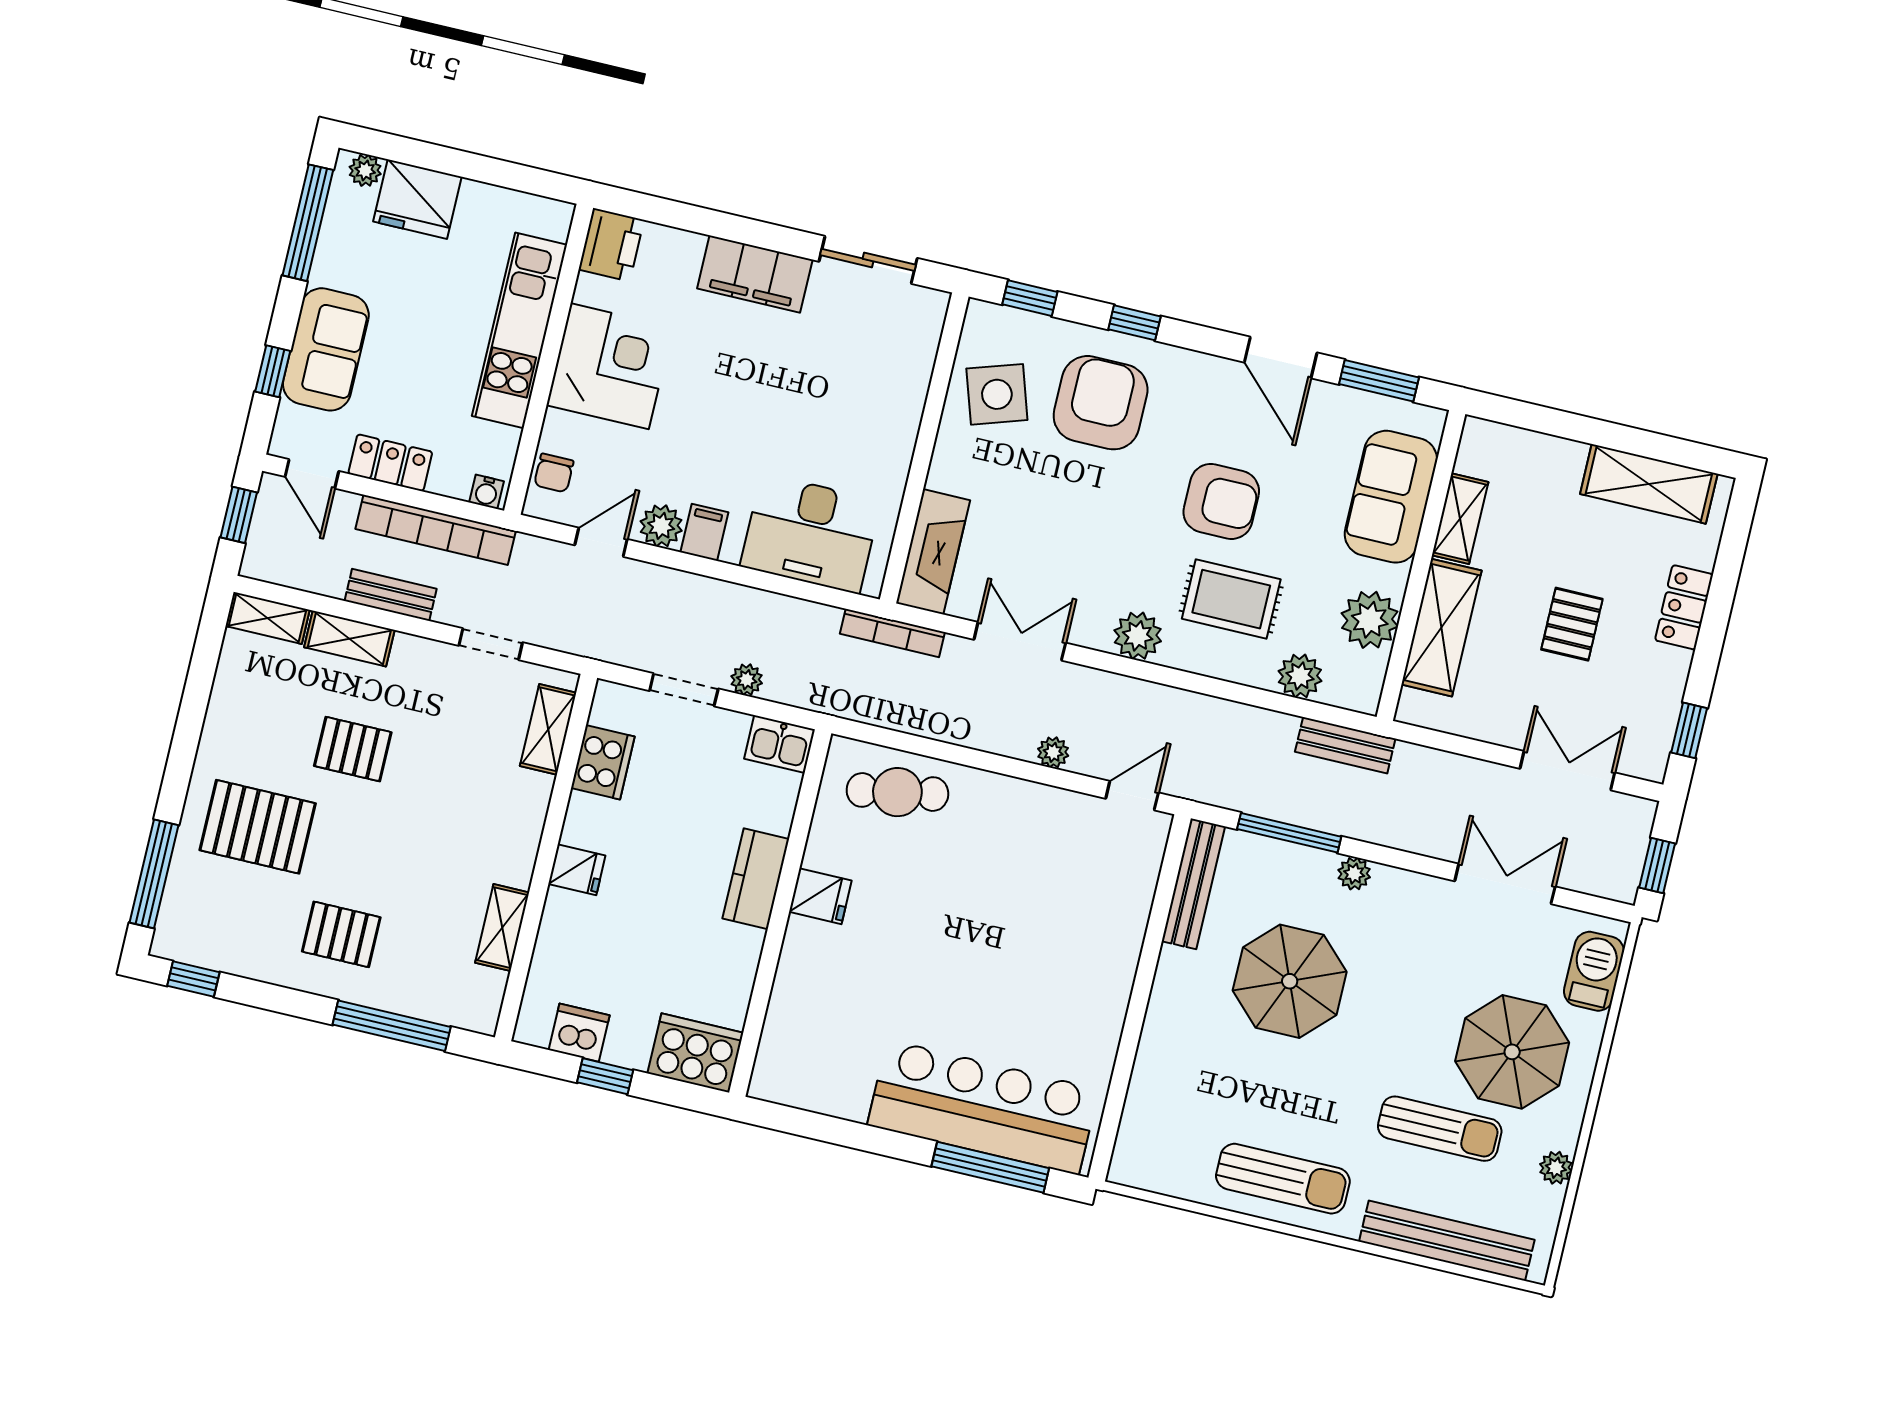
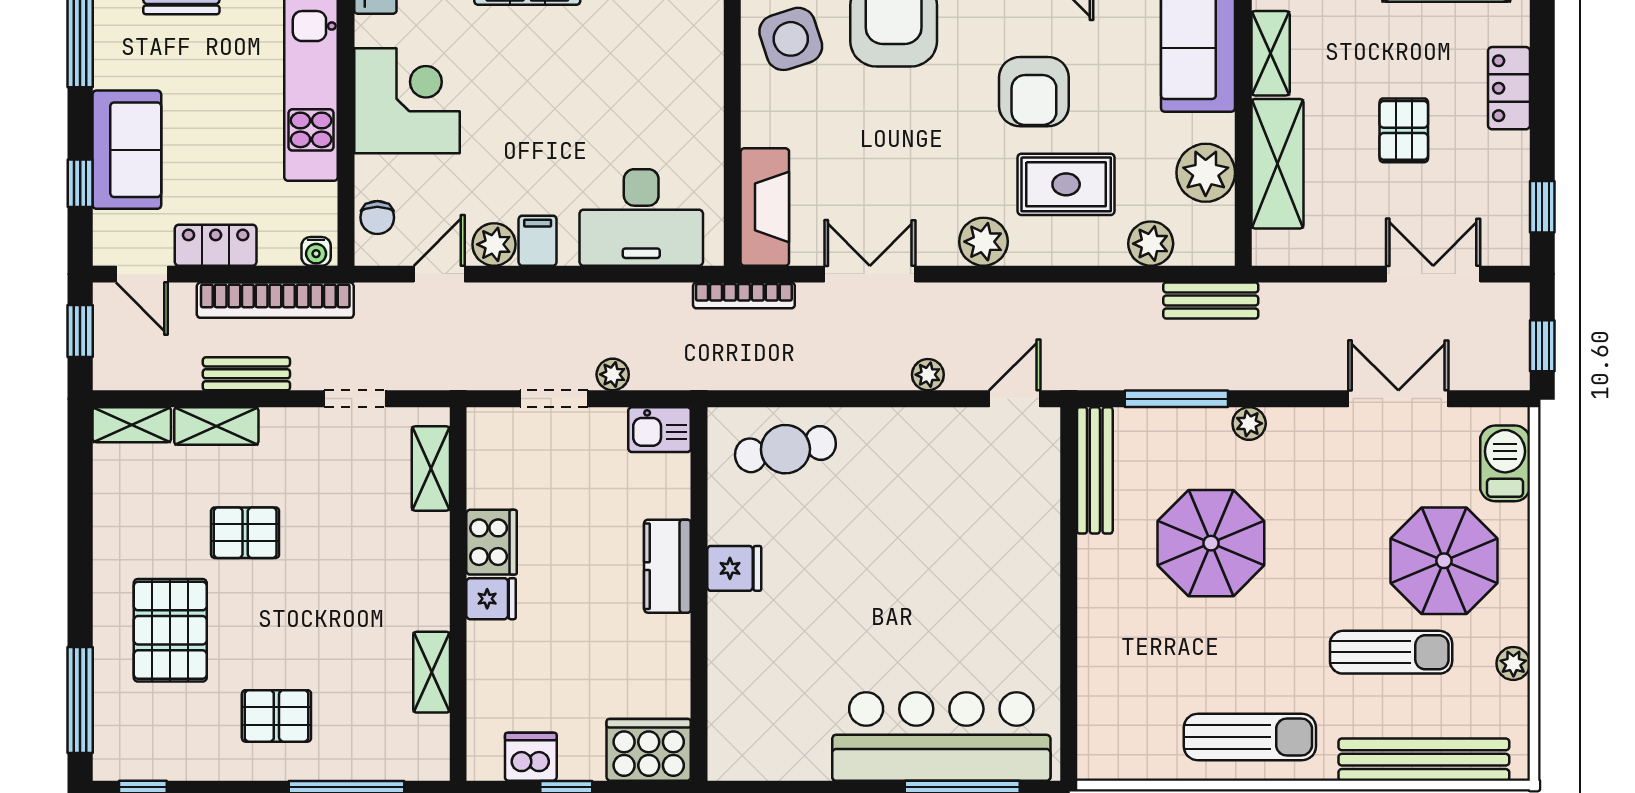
armchair: (1221, 501) -> (1034, 92), turned 90
cooker: (603, 762) -> (492, 542), moved
pallet: (258, 827) -> (170, 630), turned 90

